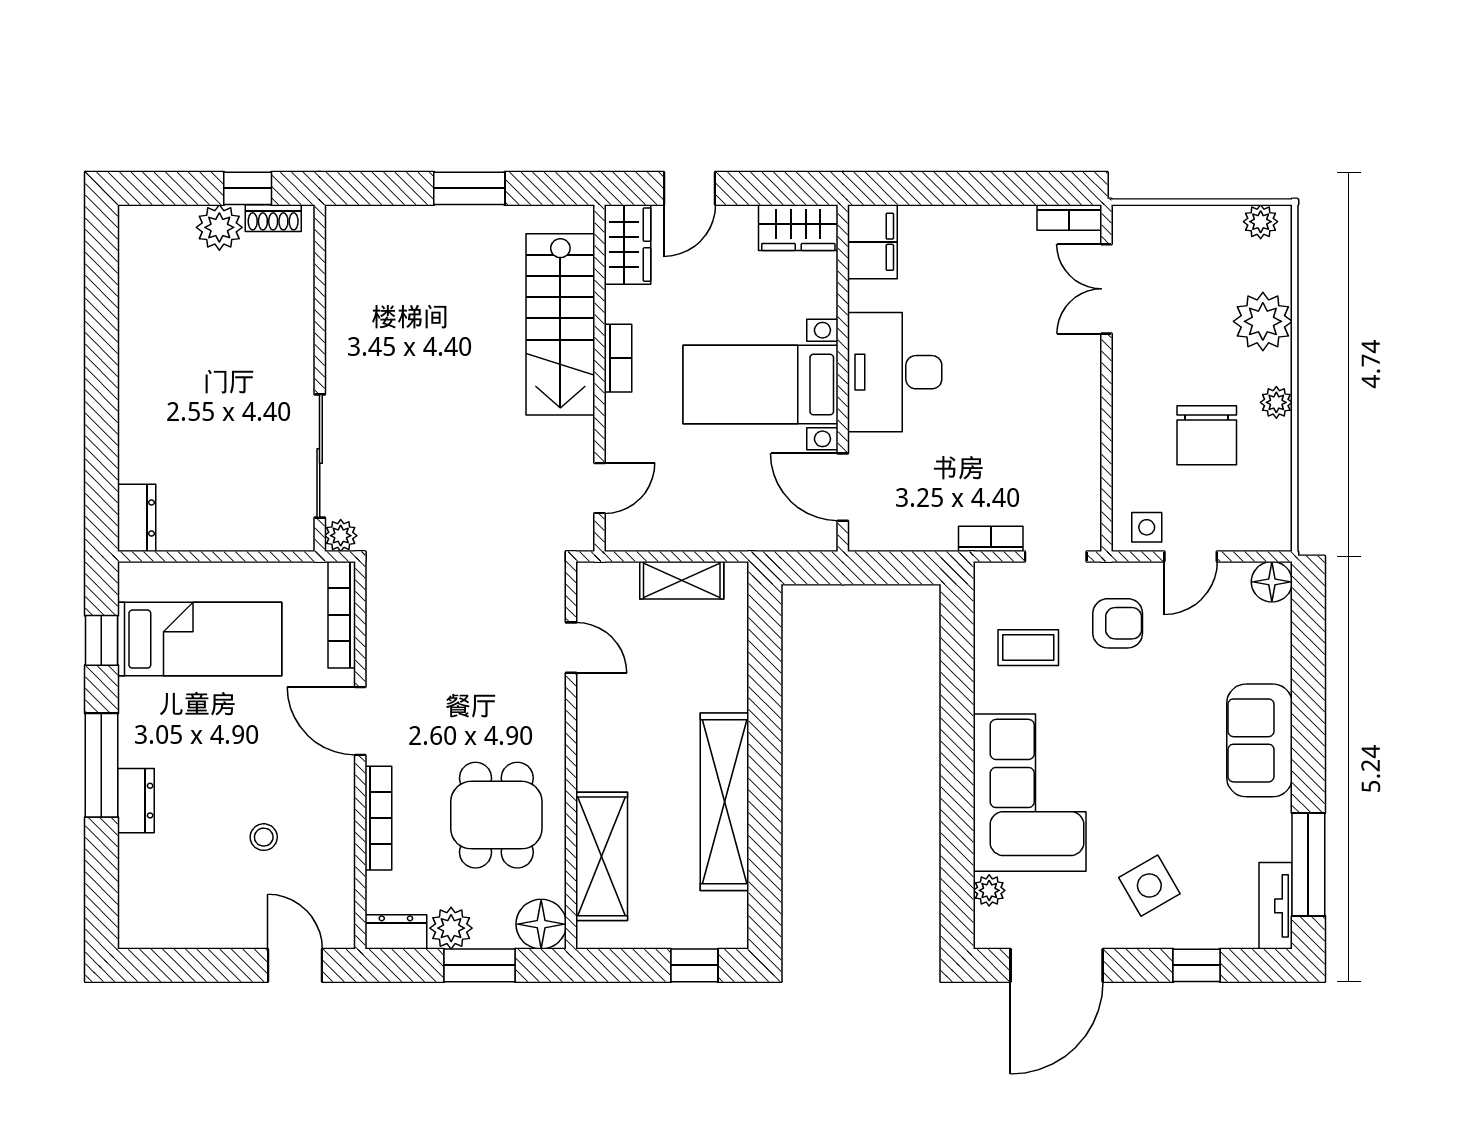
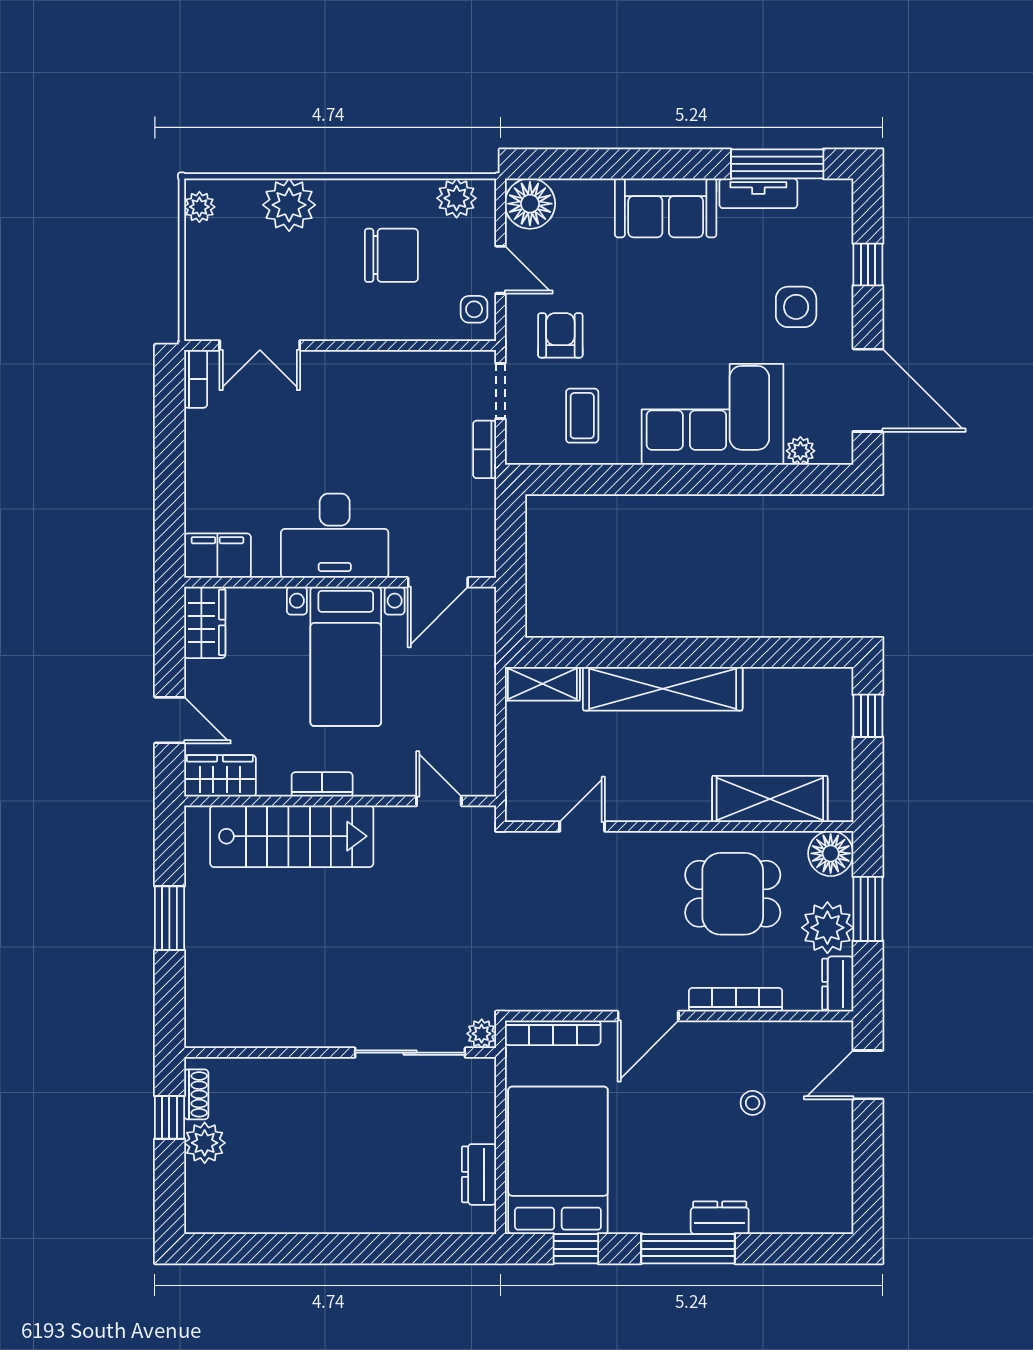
plant: (1276, 402) -> (457, 198), moved, width x1.38, depth x1.38
dresser: (137, 518) -> (479, 1174), moved, turned -90
shelving: (682, 580) -> (542, 684), moved, turned 90
floor lamp: (1272, 582) -> (530, 204), width x1.38, depth x1.38
bed: (200, 639) -> (558, 1160), width x1.50
shelving: (725, 802) -> (663, 689), moved
side table: (1149, 886) -> (796, 307), turned 30
tv unit: (1276, 906) -> (758, 193), moved
plant: (451, 928) -> (827, 928), width x1.36, depth x1.36

